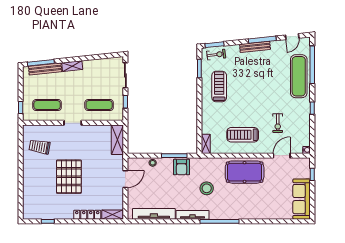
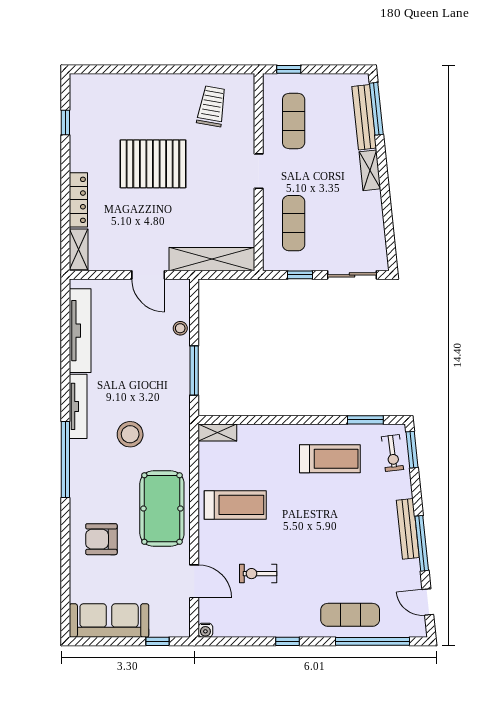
exercise mat: (299, 76) -> (350, 615), width x0.73, depth x0.69
treadmill: (243, 135) -> (235, 505), turned 90
shelving: (117, 140) -> (212, 259), width x1.47
armchair: (182, 167) -> (101, 539), moved

